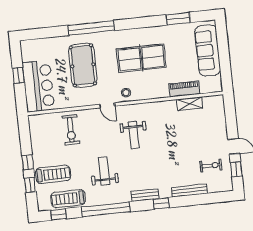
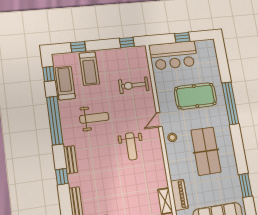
weight bench: (134, 135) -> (131, 146), turned -90
window: (28, 162) -> (127, 42), moved

